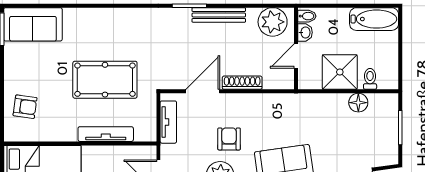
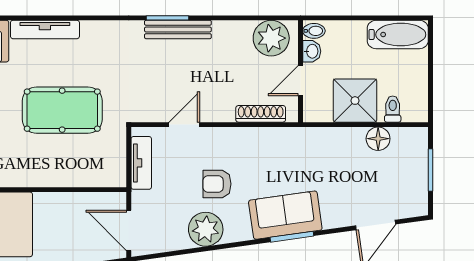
bench: (219, 15) -> (178, 29), moved
shoe rack: (242, 83) -> (261, 114), moved
door: (203, 91) -> (184, 125), width x0.73
tv unit: (106, 134) -> (45, 29), moved, turned 180
armchair: (229, 139) -> (217, 184), turned -90

